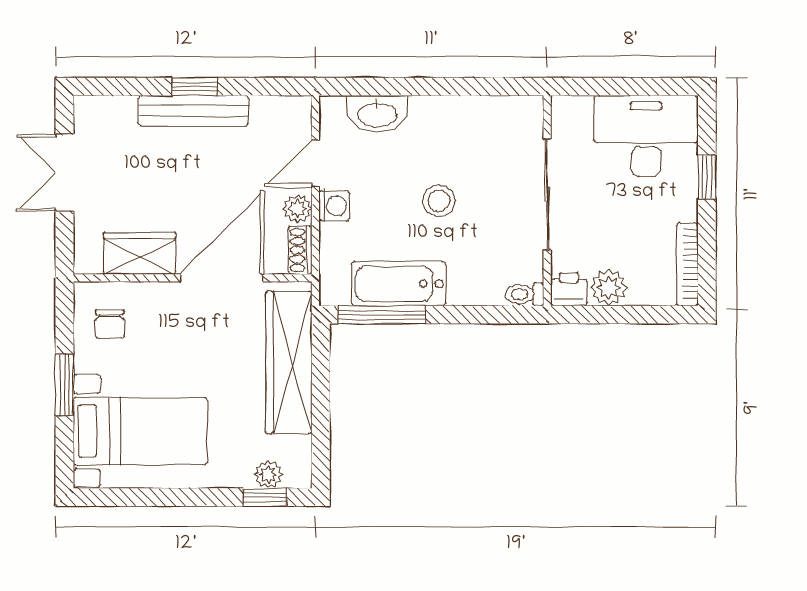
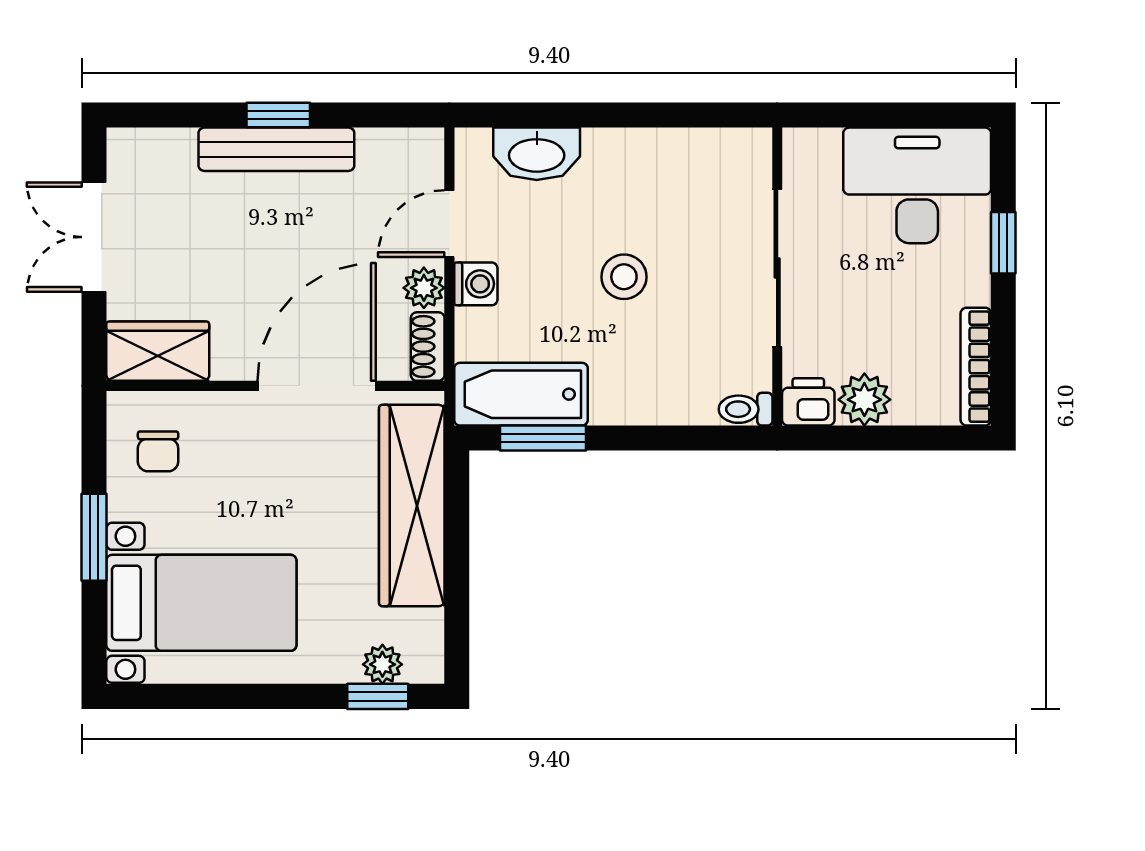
wardrobe: (140, 253) -> (158, 351), moved
bathtub: (399, 284) -> (521, 394), moved
window: (382, 315) -> (543, 438), width x0.69

